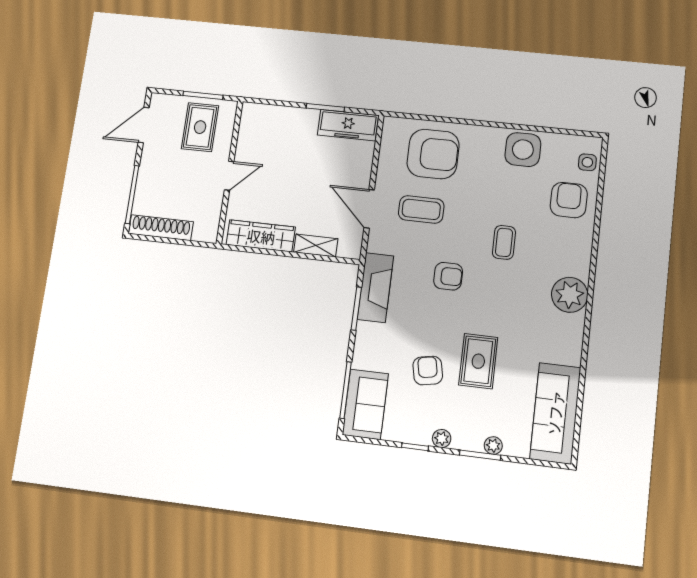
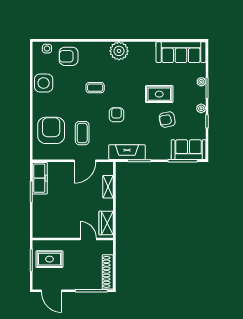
door: (229, 176) -> (88, 239), moved
wardrobe: (261, 236) -> (106, 223), width x0.67

